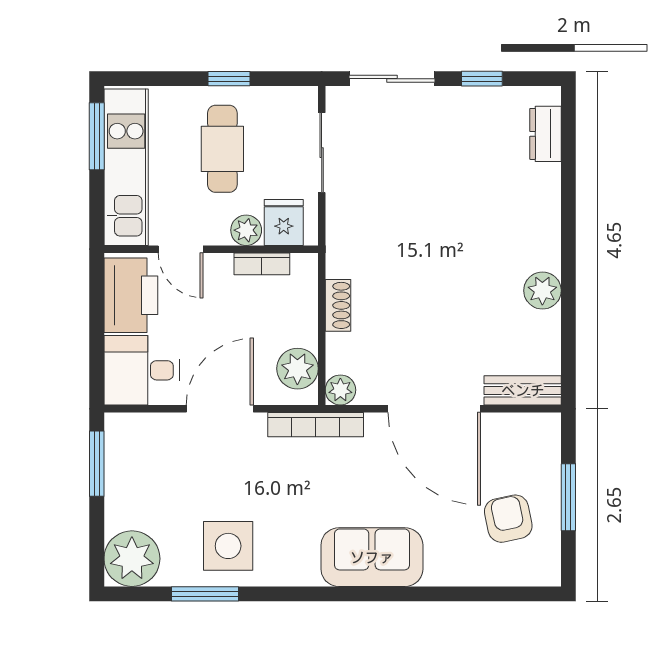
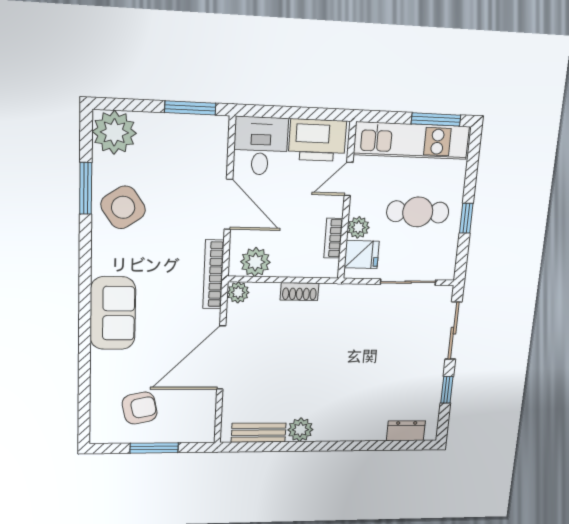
bench: (523, 390) -> (259, 433), moved, turned 90
side table: (228, 546) -> (123, 207), turned -34

